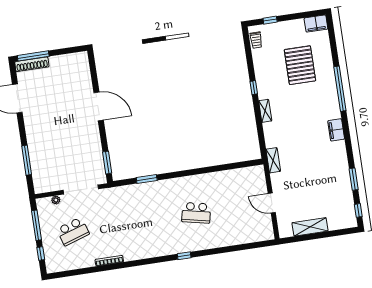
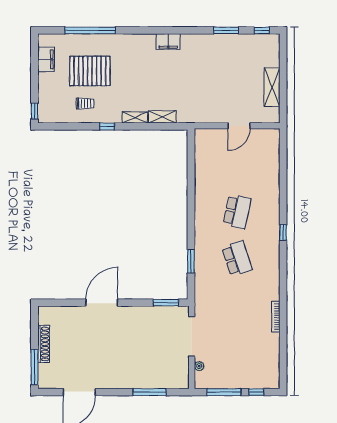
window: (270, 20) -> (35, 111), moved
filing cabinet: (316, 24) -> (46, 59), moved
trolley: (256, 40) -> (85, 103), moved
shoe rack: (32, 64) -> (44, 344), moved
window: (340, 89) -> (90, 30), moved
shelving: (273, 160) -> (162, 117), moved
school desk: (73, 231) -> (237, 259), moved

